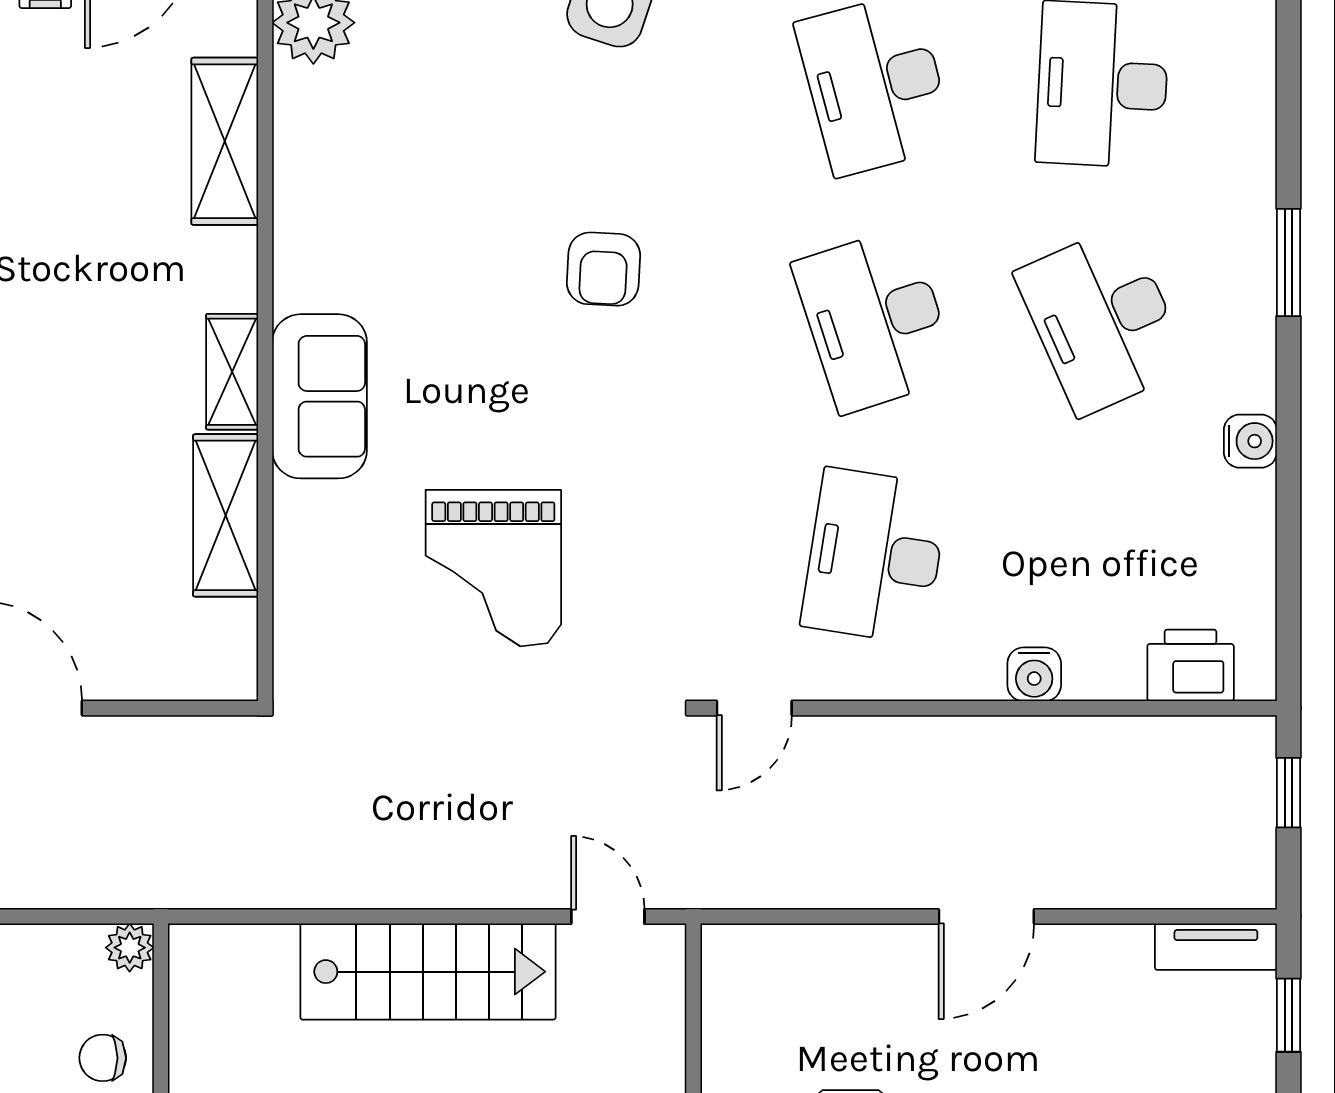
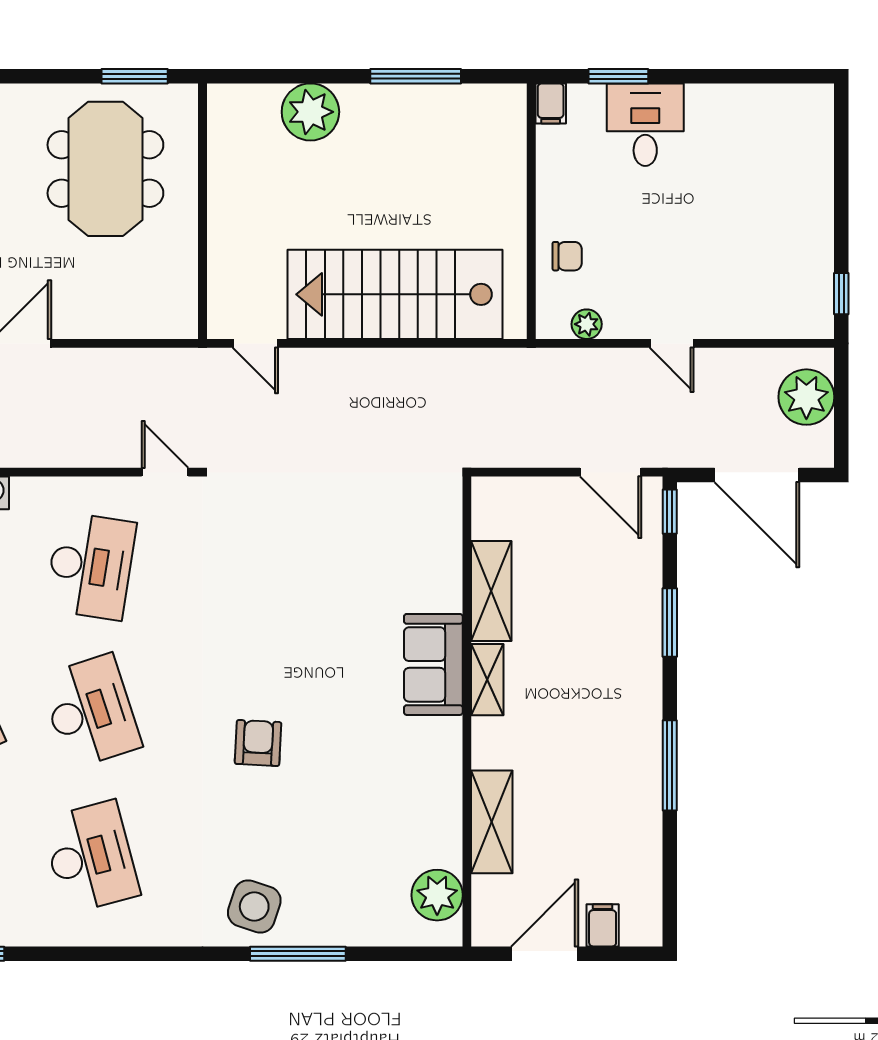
grand piano: (493, 568) -> (326, 558), removed
door: (754, 708) -> (165, 472), hinge flipped
plant: (130, 948) -> (587, 324), moved
stairs: (428, 972) -> (395, 294), width x1.36, depth x1.51

